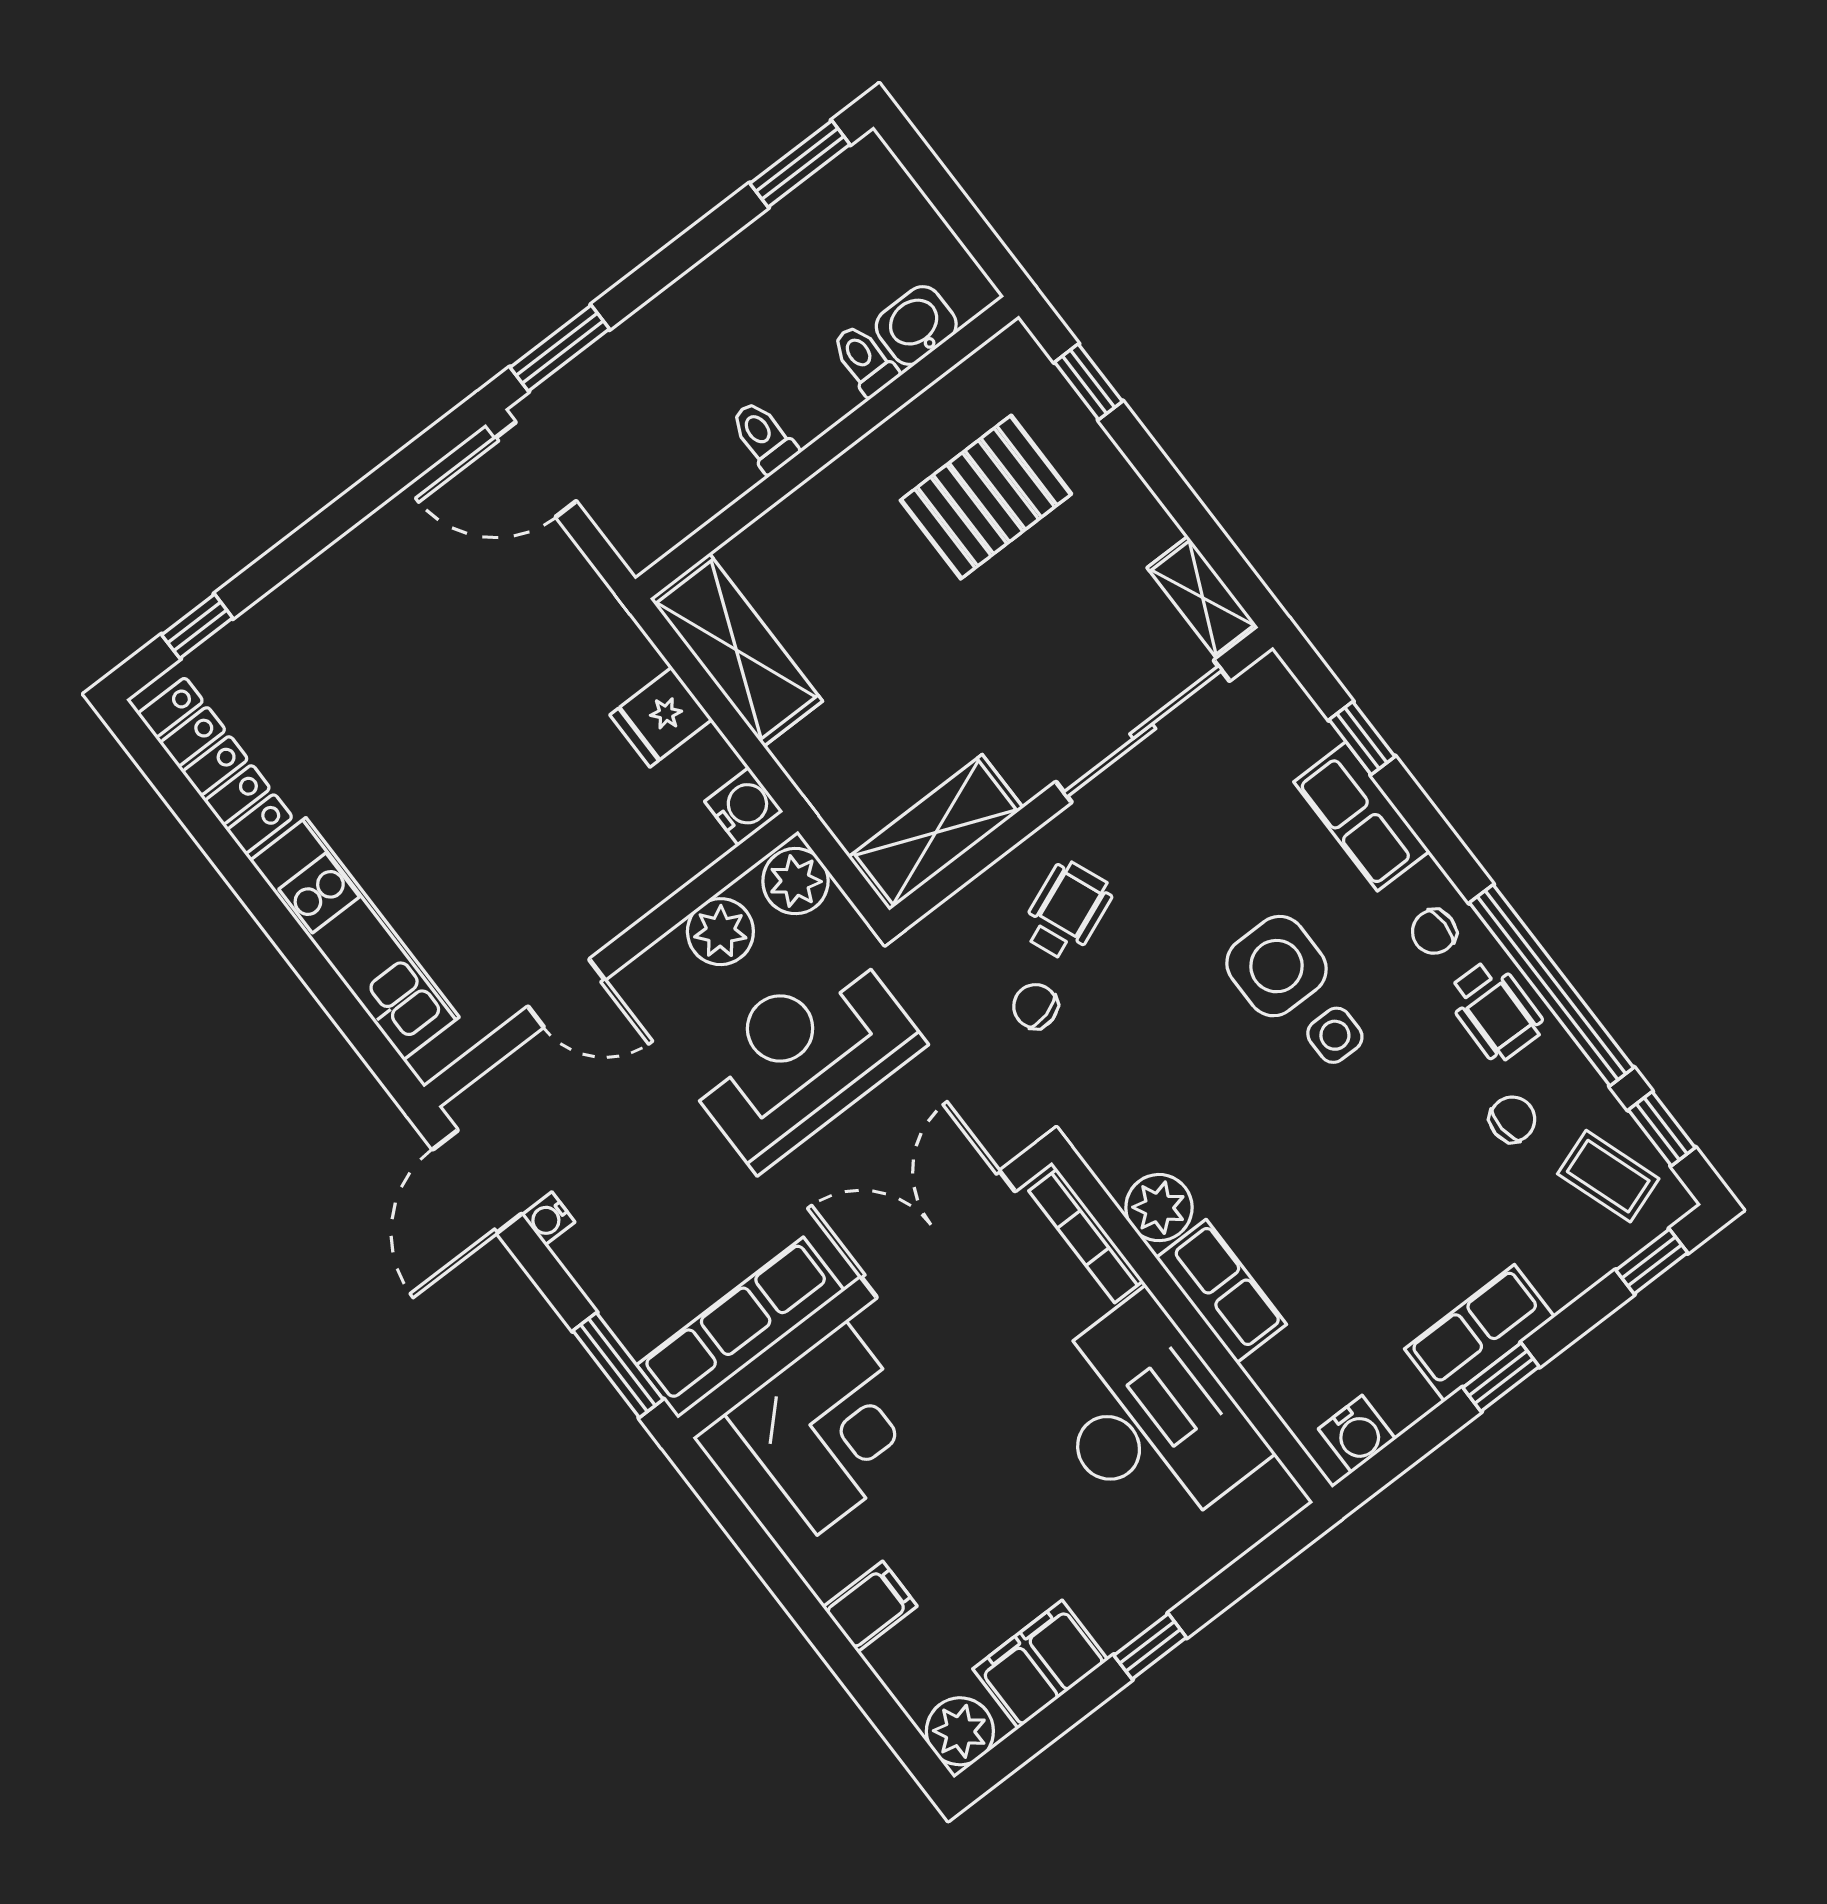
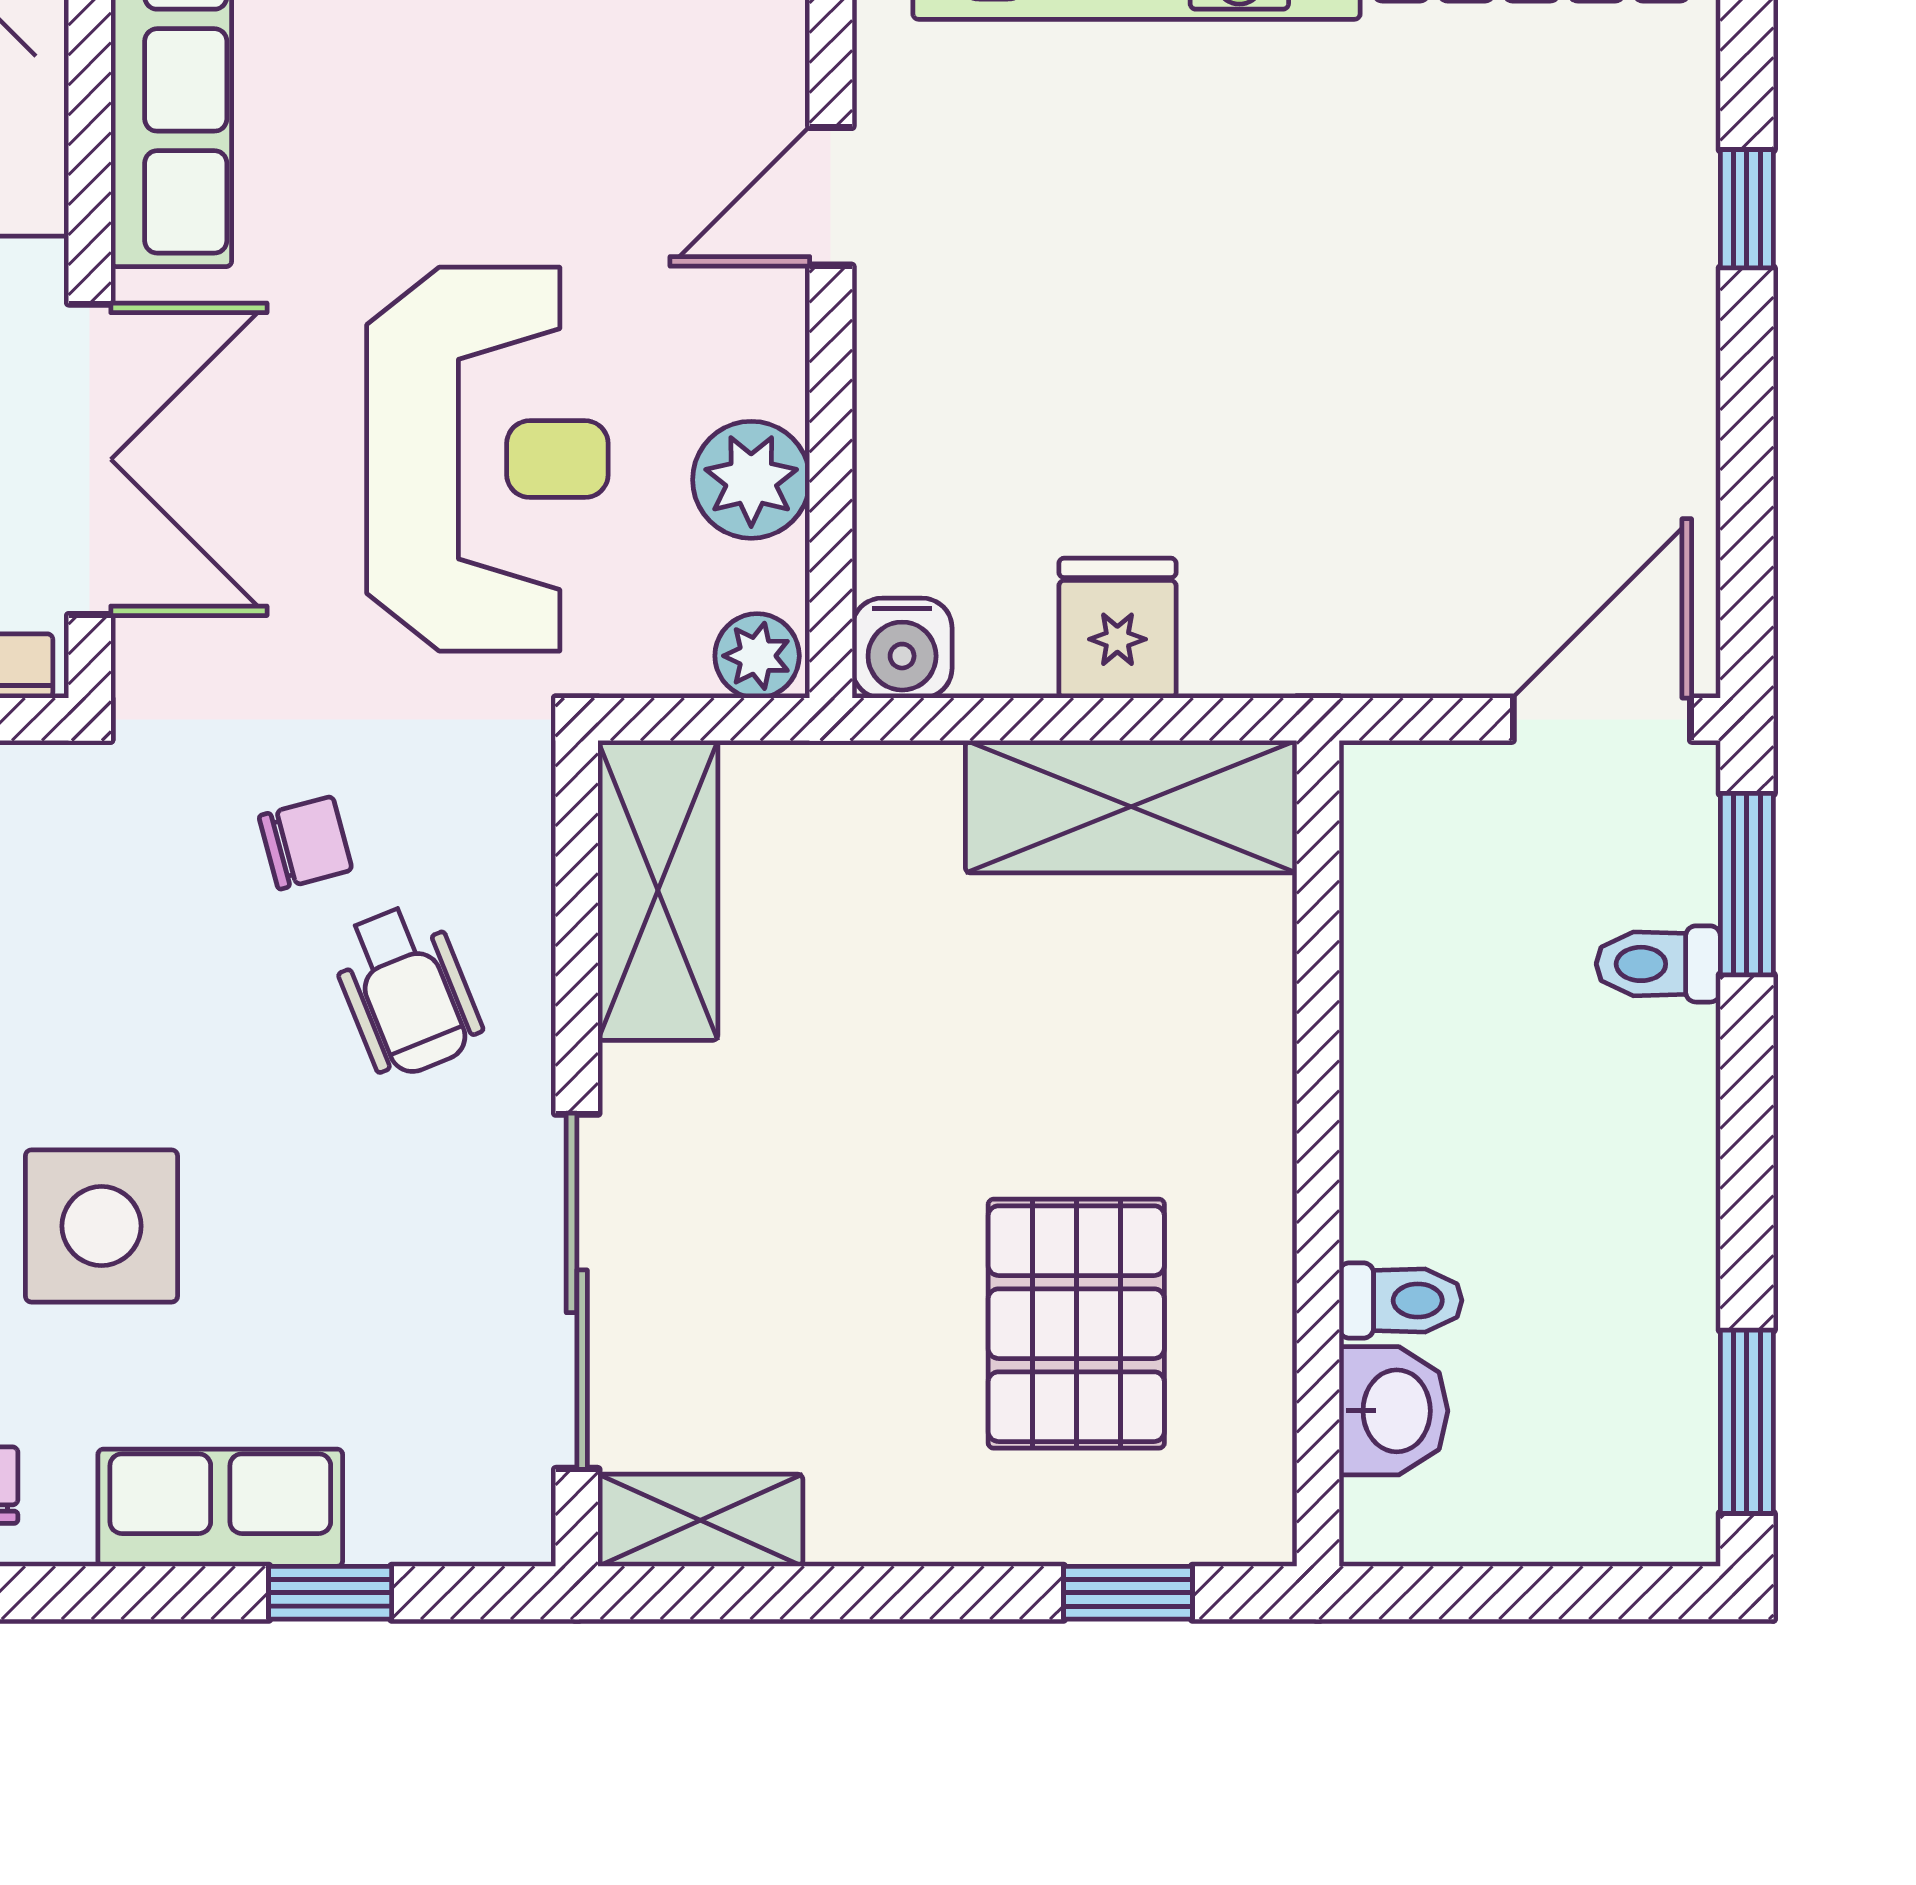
toilet: (764, 437) -> (1658, 964), moved, turned 180
window: (197, 626) -> (1747, 209), moved
plant: (795, 881) -> (757, 656), width x0.73, depth x0.73

